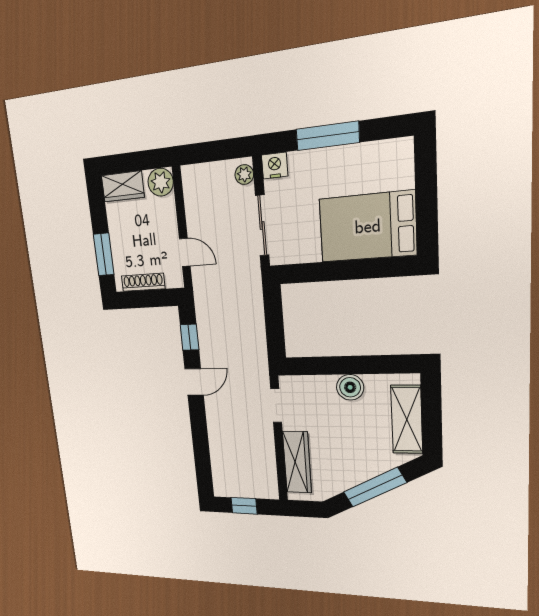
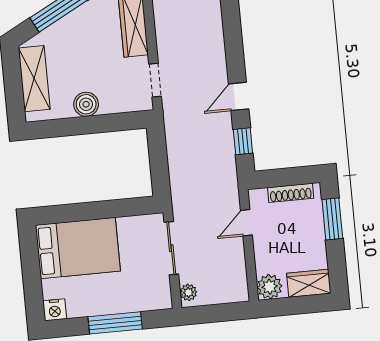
nightstand: (275, 166) -> (55, 310), moved
door: (185, 252) -> (246, 223), hinge flipped

